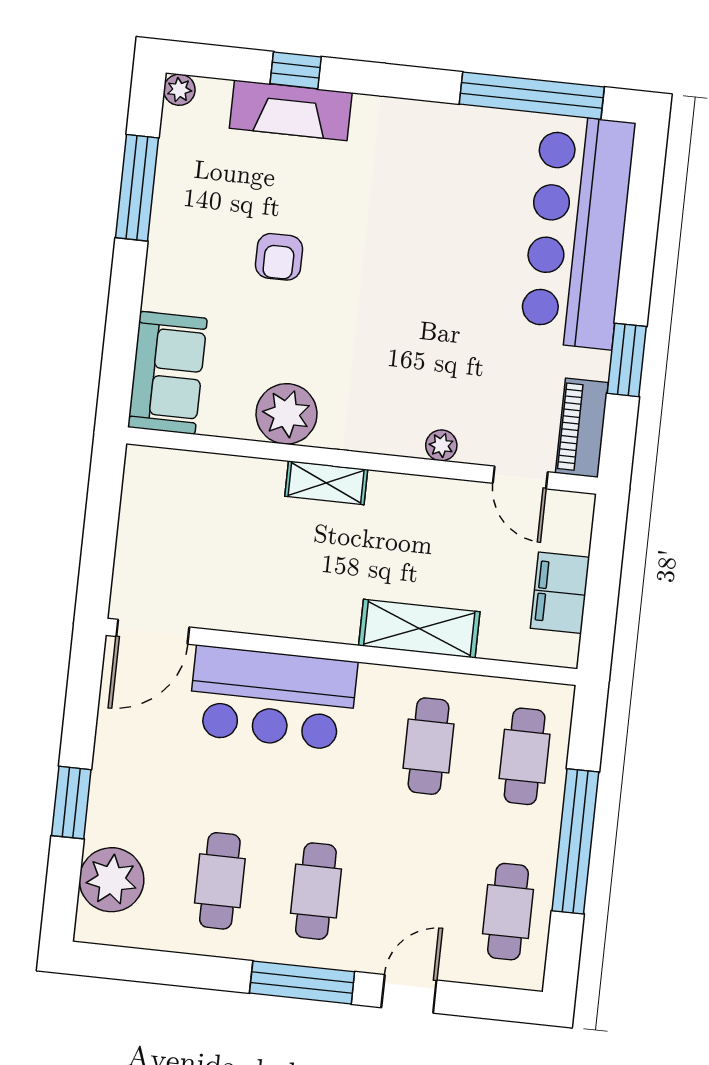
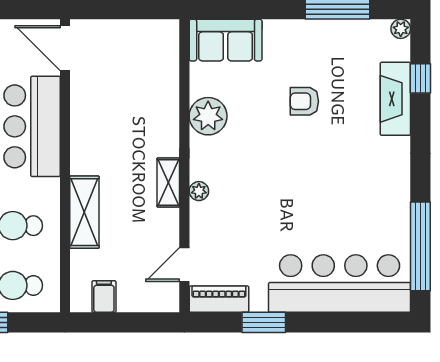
window: (296, 70) -> (420, 78), moved
plant: (441, 445) -> (199, 191), moved
shelving: (326, 483) -> (168, 182), moved
filing cabinet: (560, 593) -> (104, 296), width x0.50

